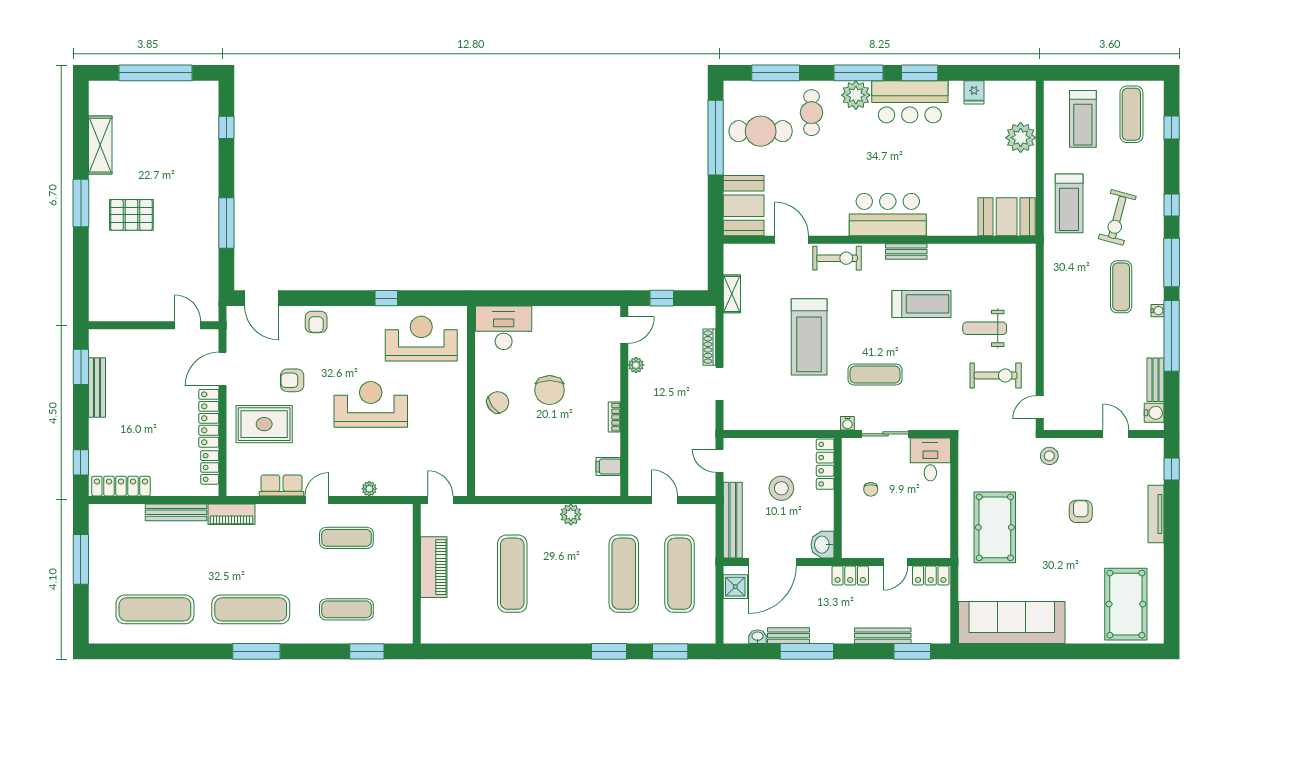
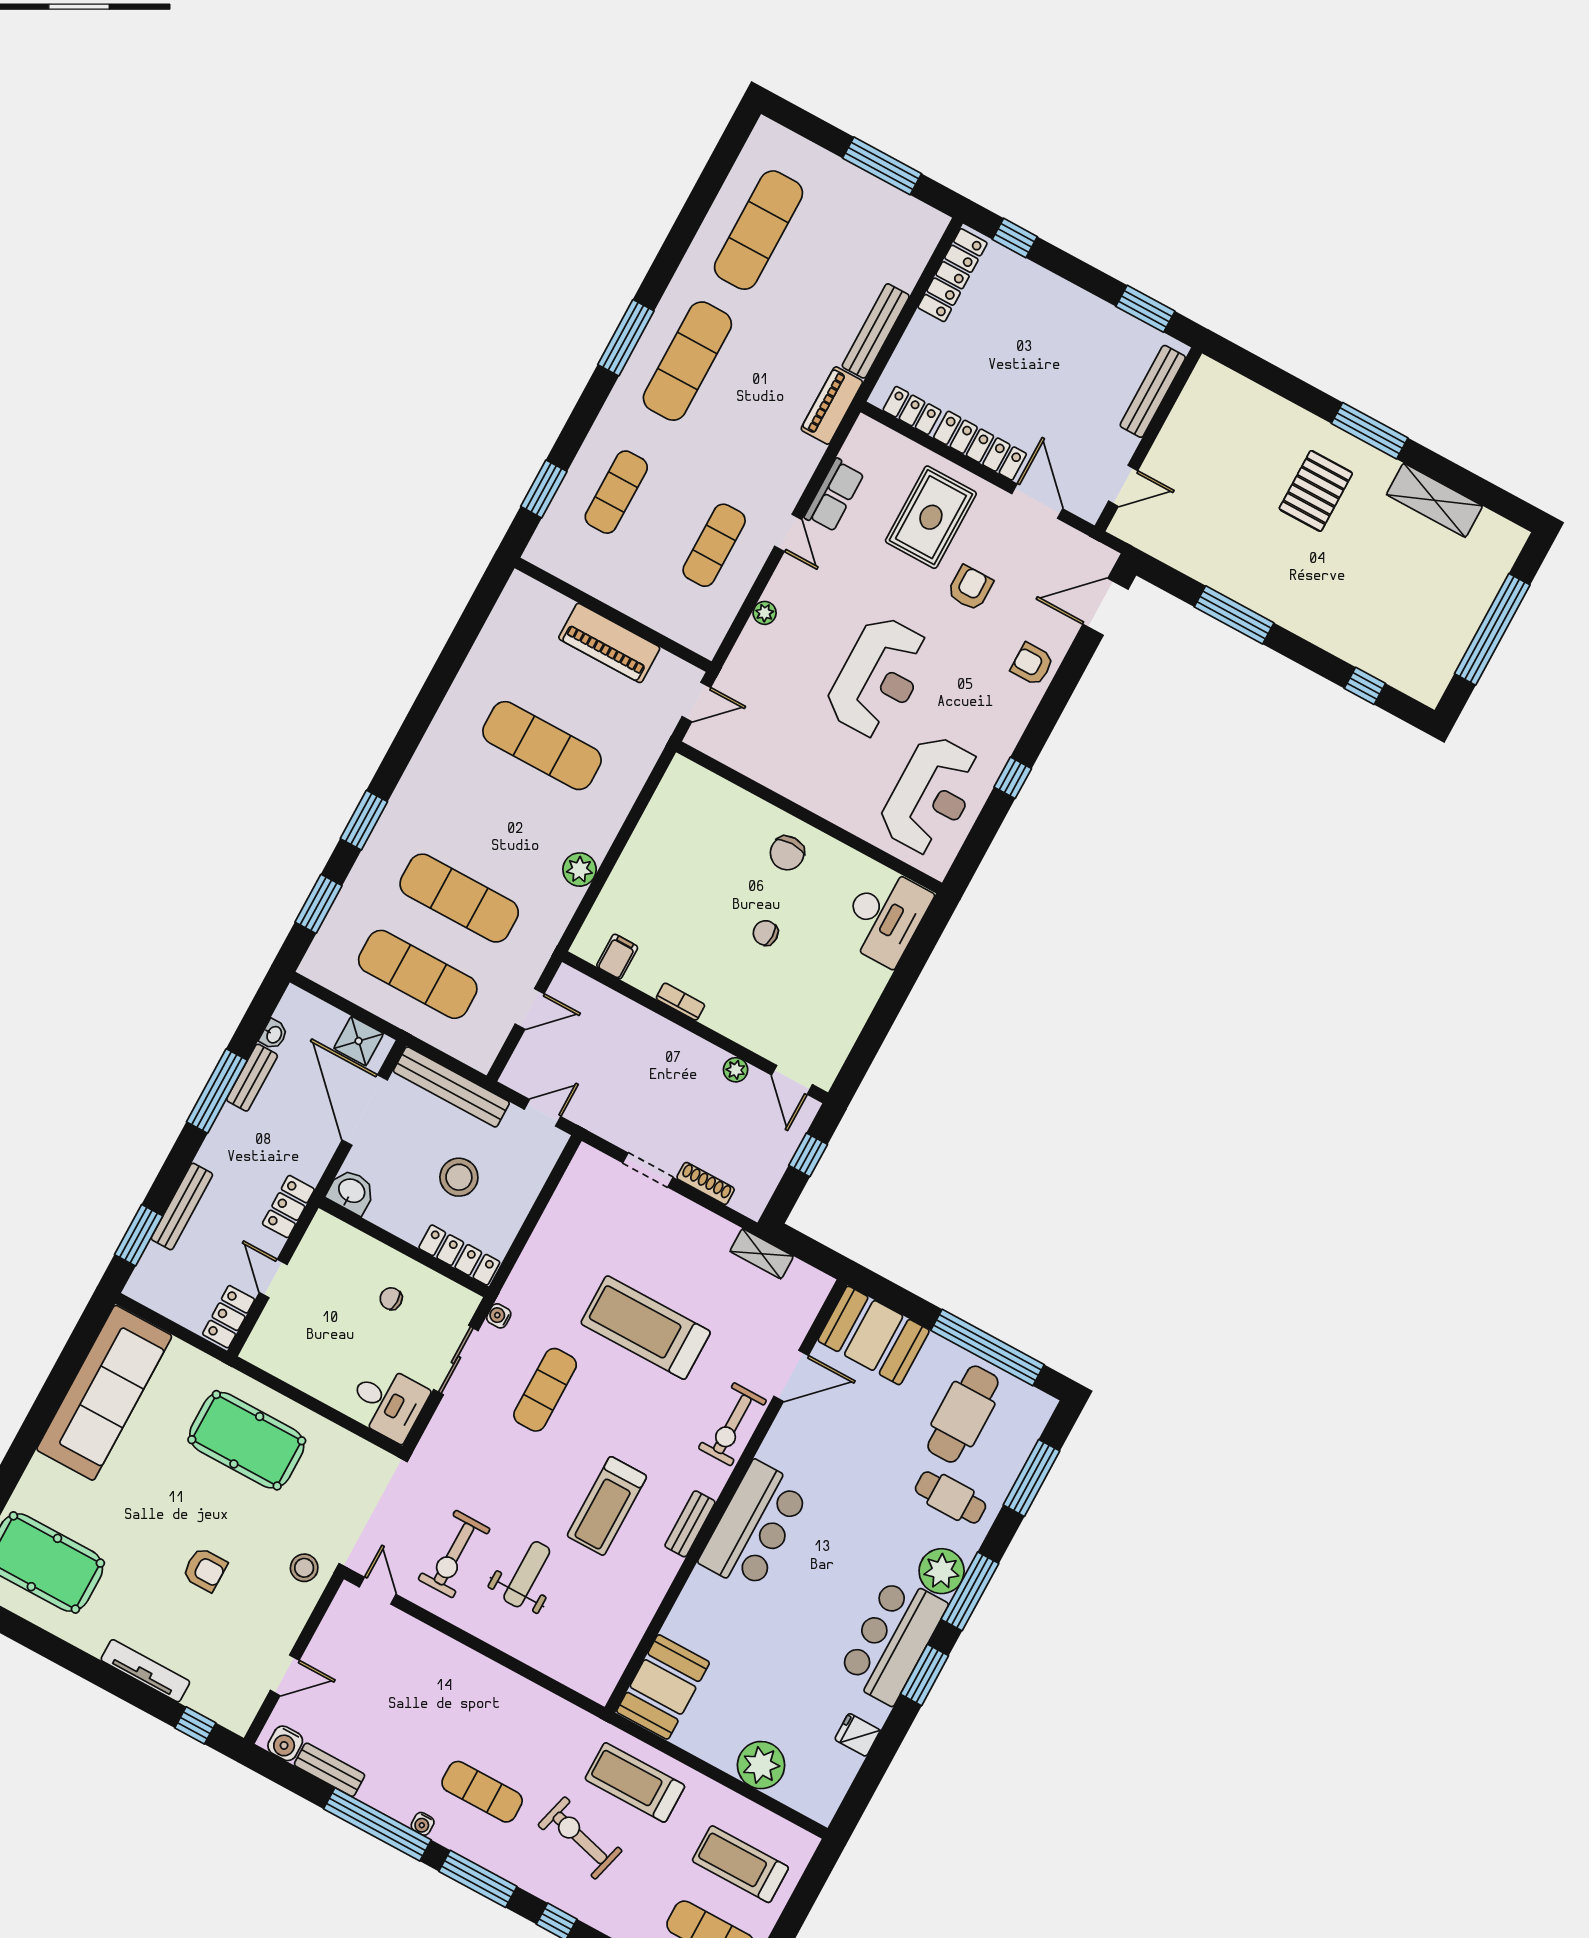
bench: (97, 388) -> (1153, 391), moved, turned 90
chair: (550, 390) -> (766, 933), width x0.54, depth x0.54
chair: (498, 402) -> (787, 853), turned 35

